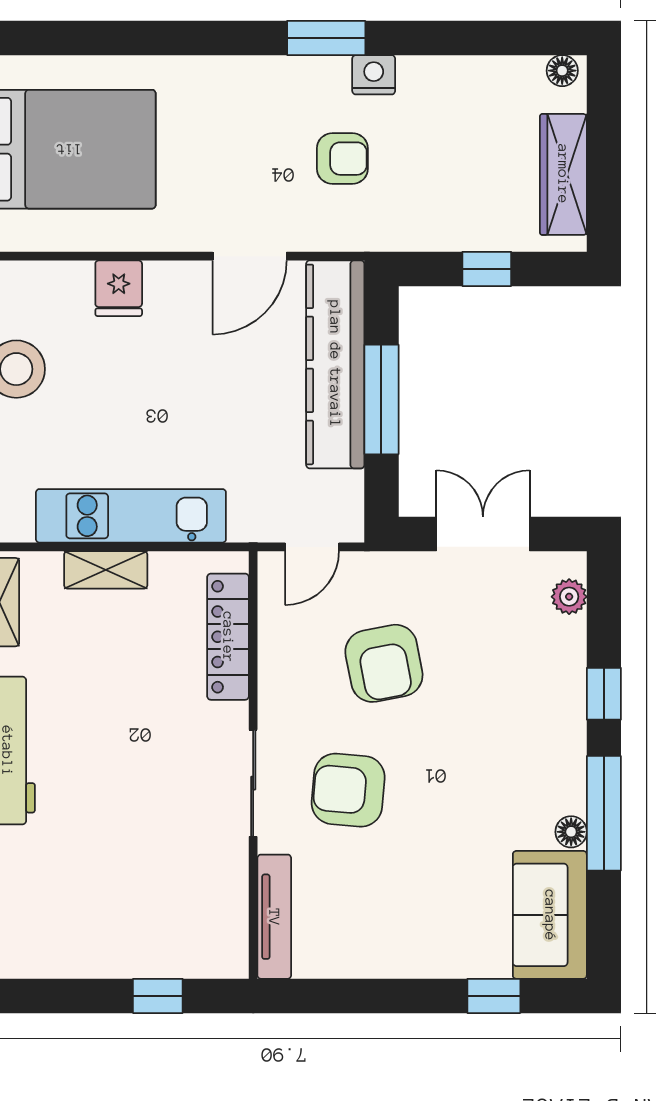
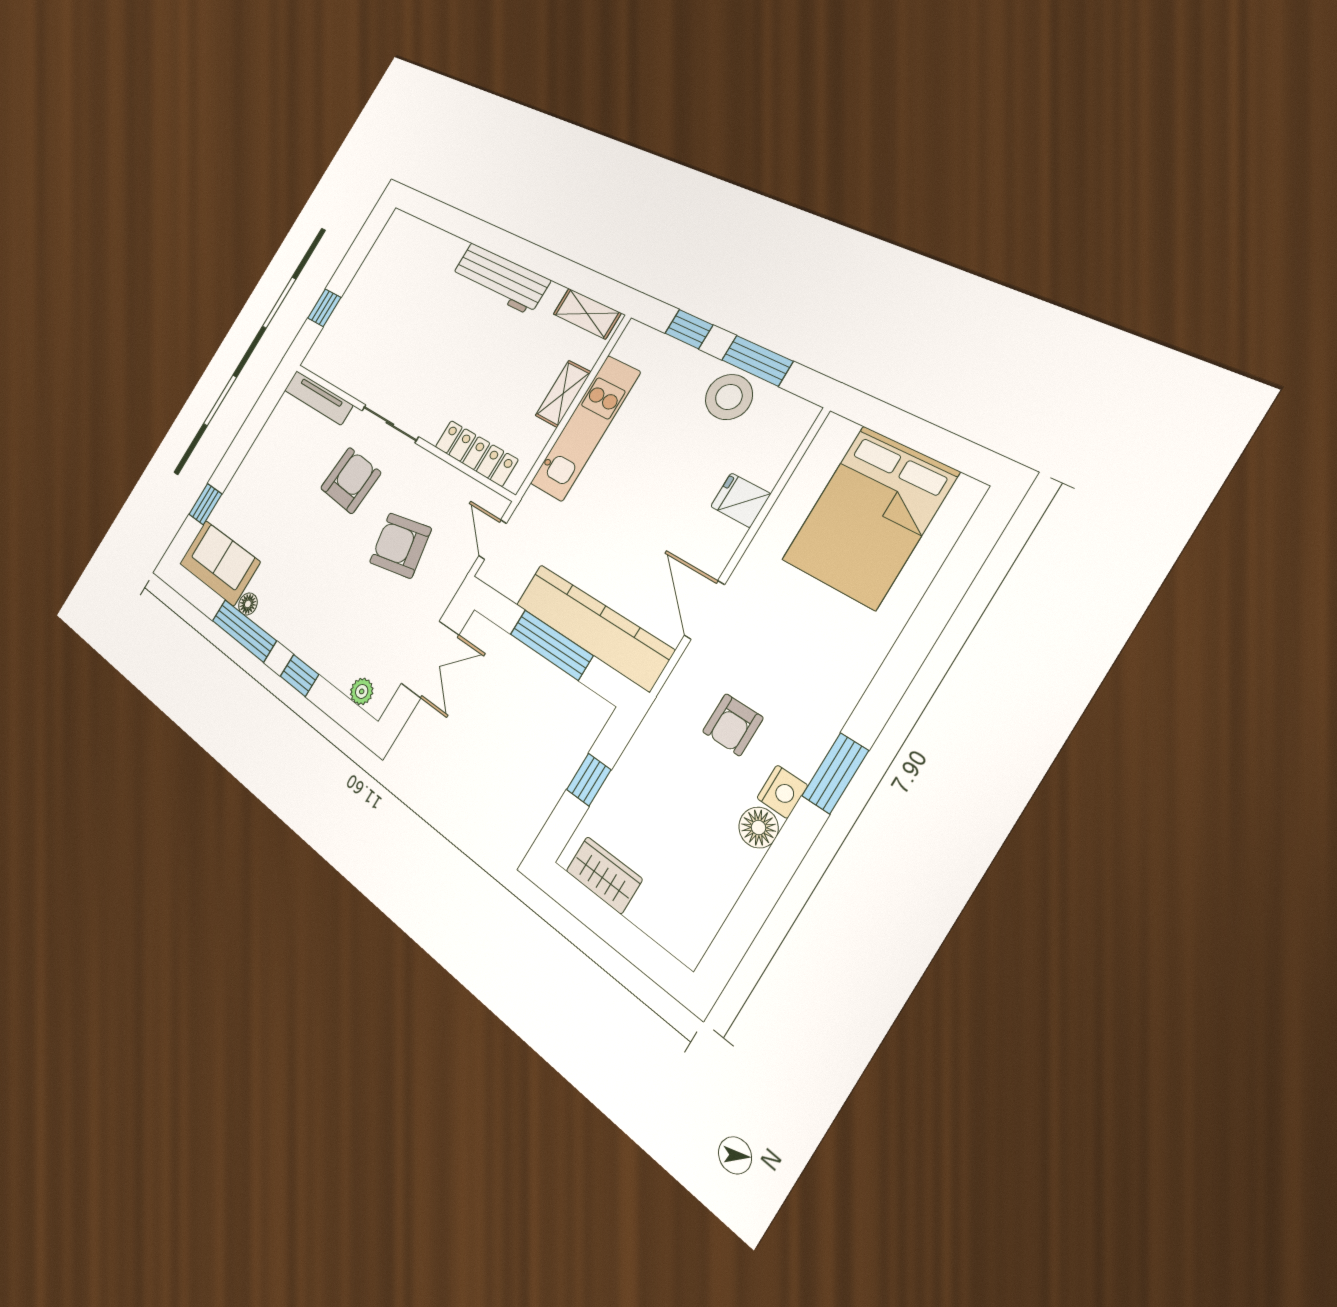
floor lamp: (562, 71) -> (759, 828), moved, width x1.37, depth x1.37
wardrobe: (563, 174) -> (604, 875), width x0.67

